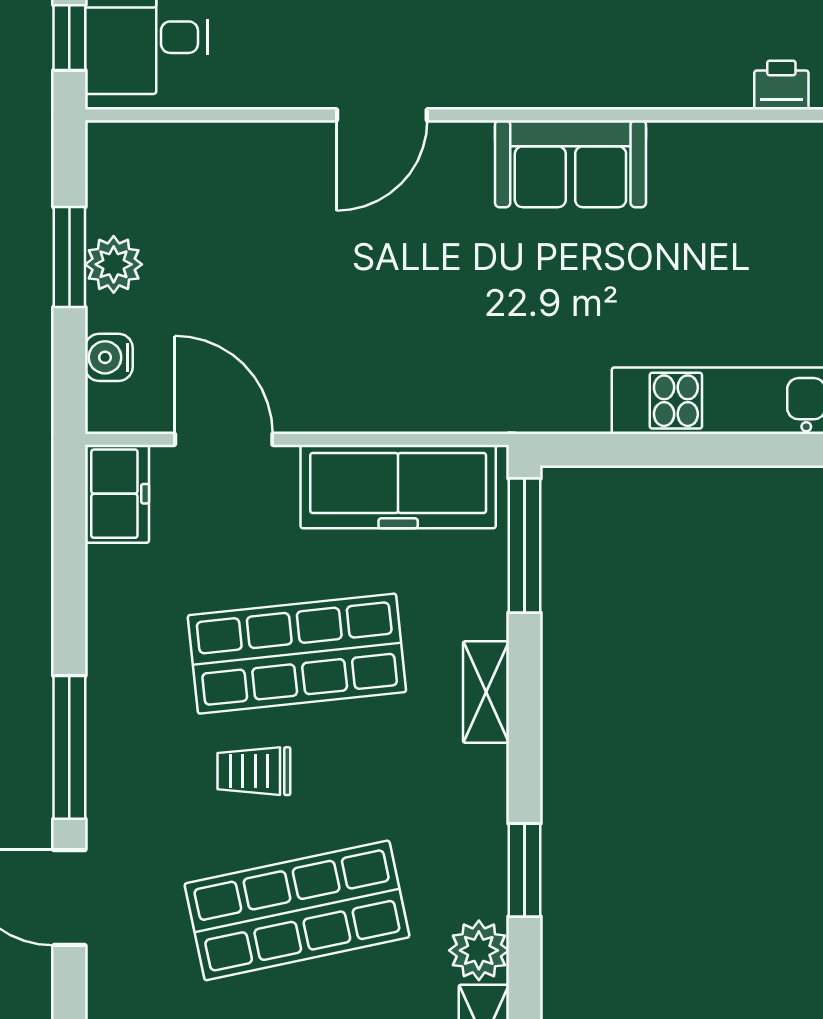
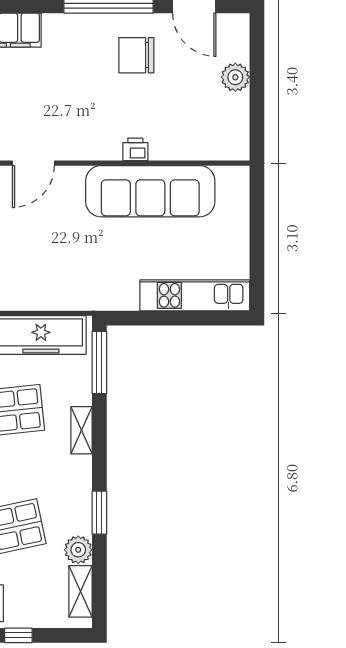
printer: (781, 85) -> (135, 149), moved
sofa: (570, 164) -> (150, 191), width x1.85, depth x1.27

